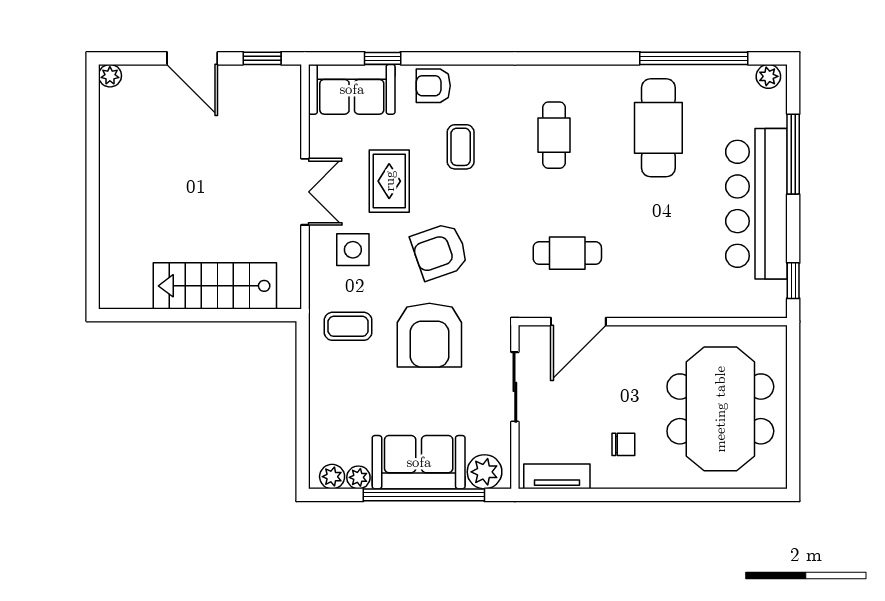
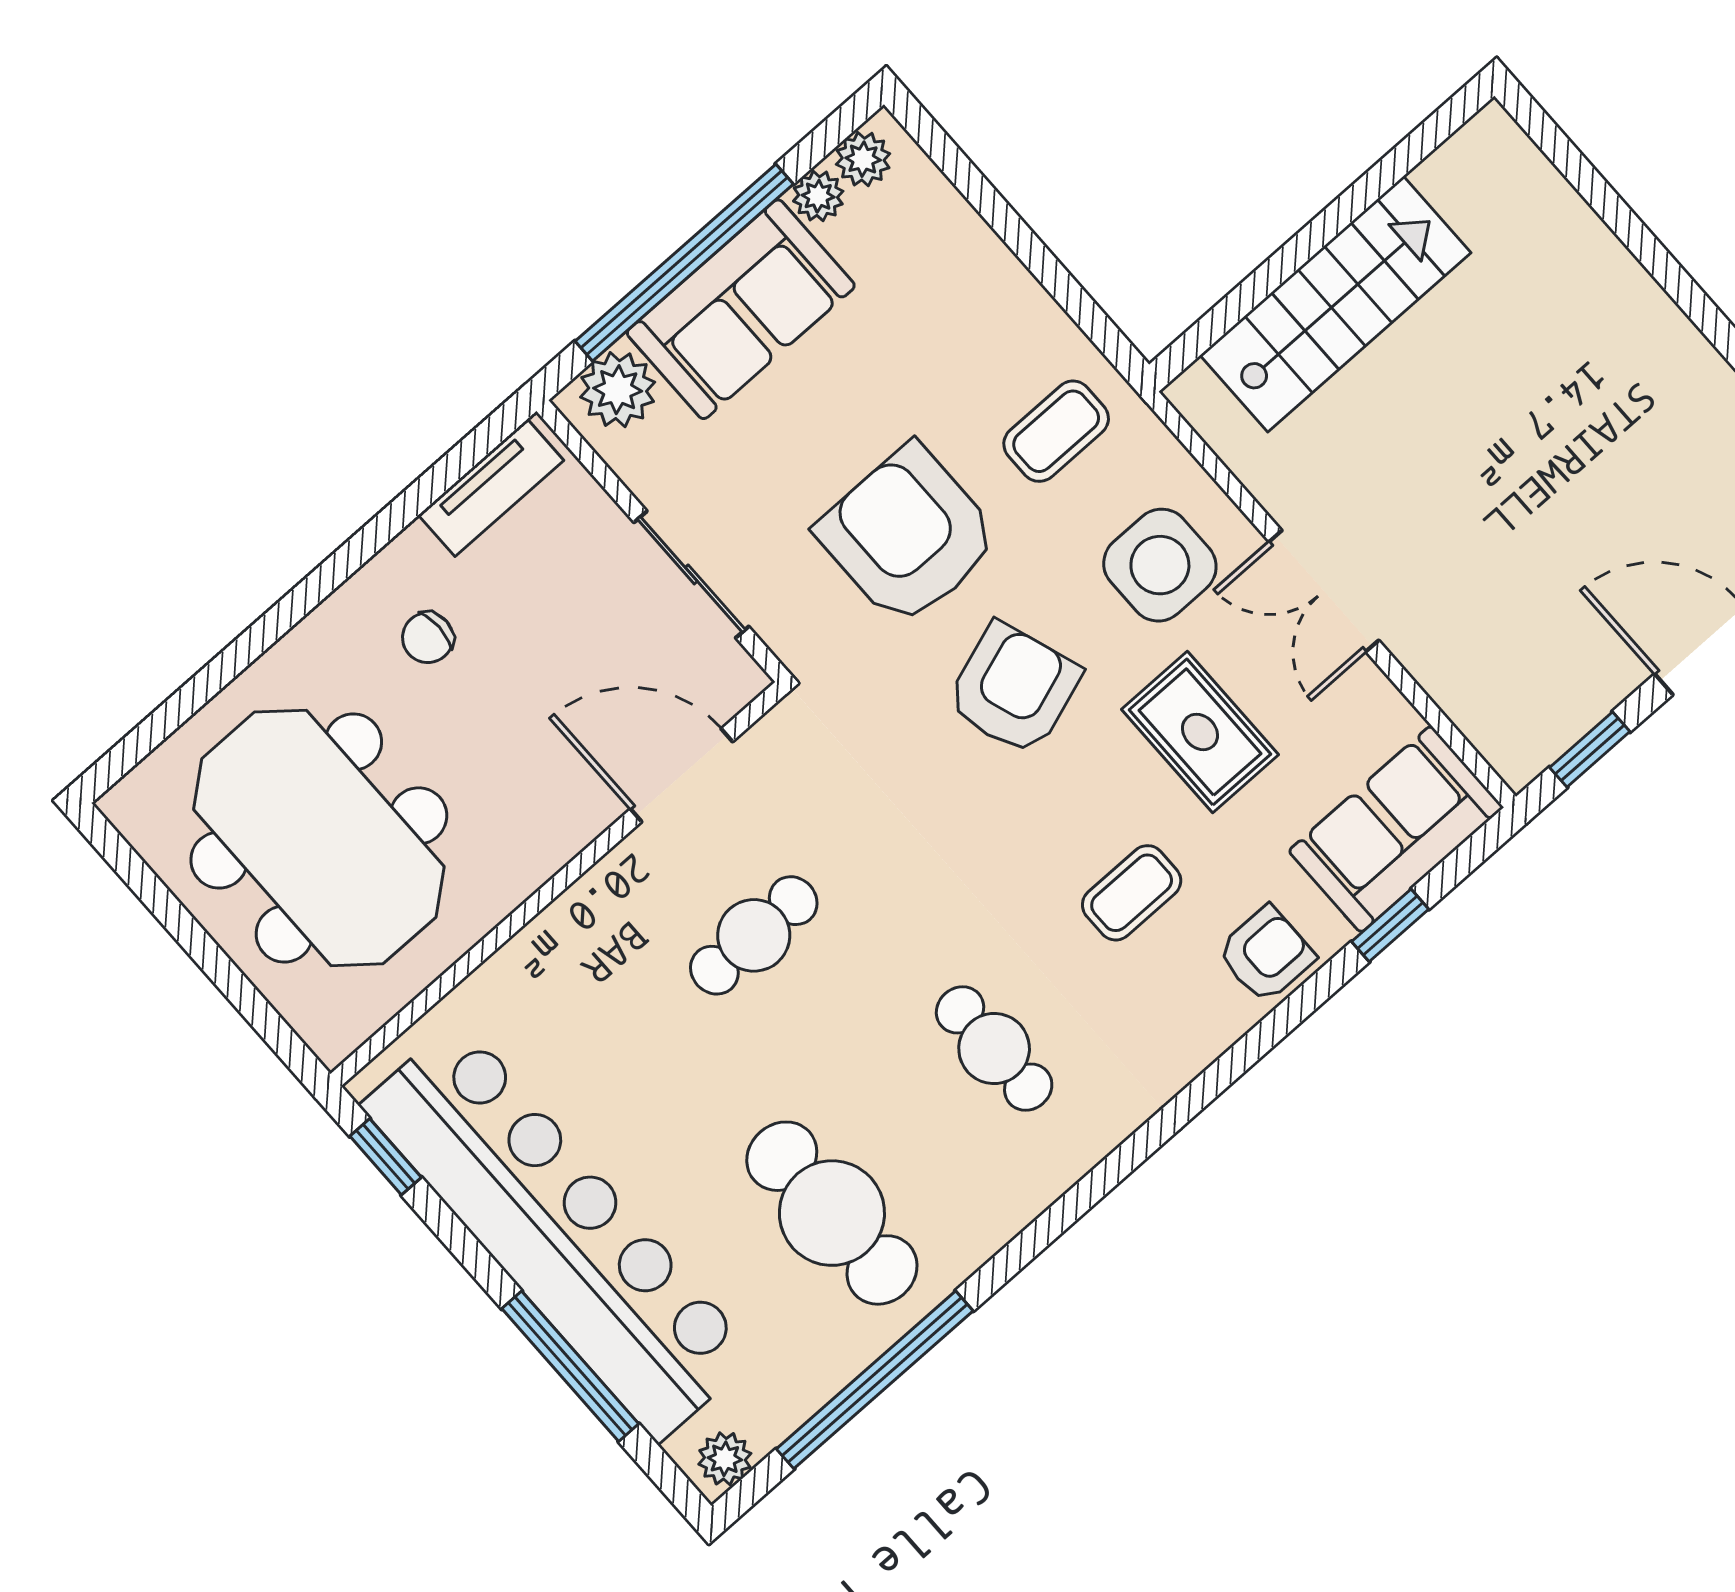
coffee table: (461, 147) -> (1132, 893), turned 90
bar counter: (756, 204) -> (559, 1230), width x1.36
side table: (353, 250) -> (1160, 565), width x1.37, depth x1.37
cafe table: (567, 253) -> (754, 935), moved
door: (578, 322) -> (681, 775), hinge flipped

